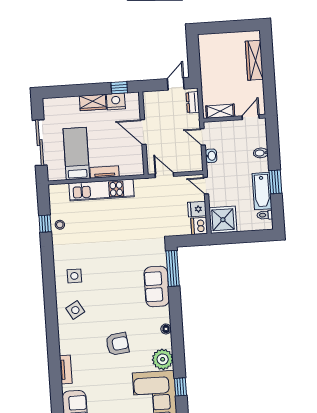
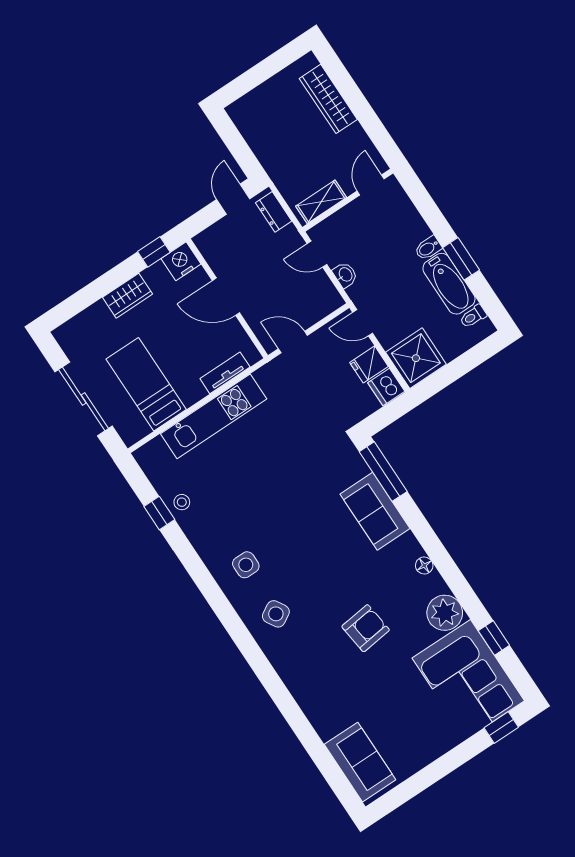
nightstand: (116, 101) -> (181, 261), moved
bidet: (261, 153) -> (428, 248), moved
tv unit: (105, 172) -> (225, 373), moved
tv unit: (66, 370) -> (312, 709), removed

